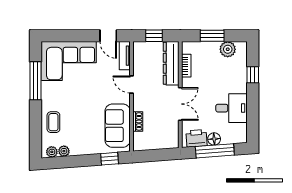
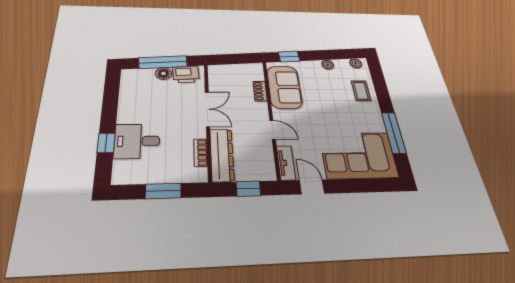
plant: (228, 49) -> (141, 174), removed
double door: (180, 104) -> (207, 109), swing flipped
desk: (232, 108) -> (137, 141), moved
plant: (64, 151) -> (328, 65), moved

